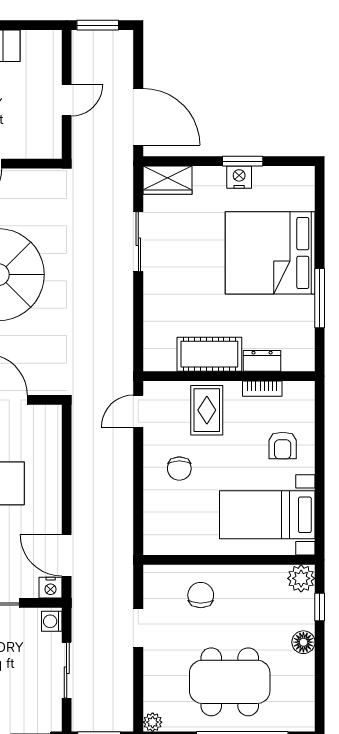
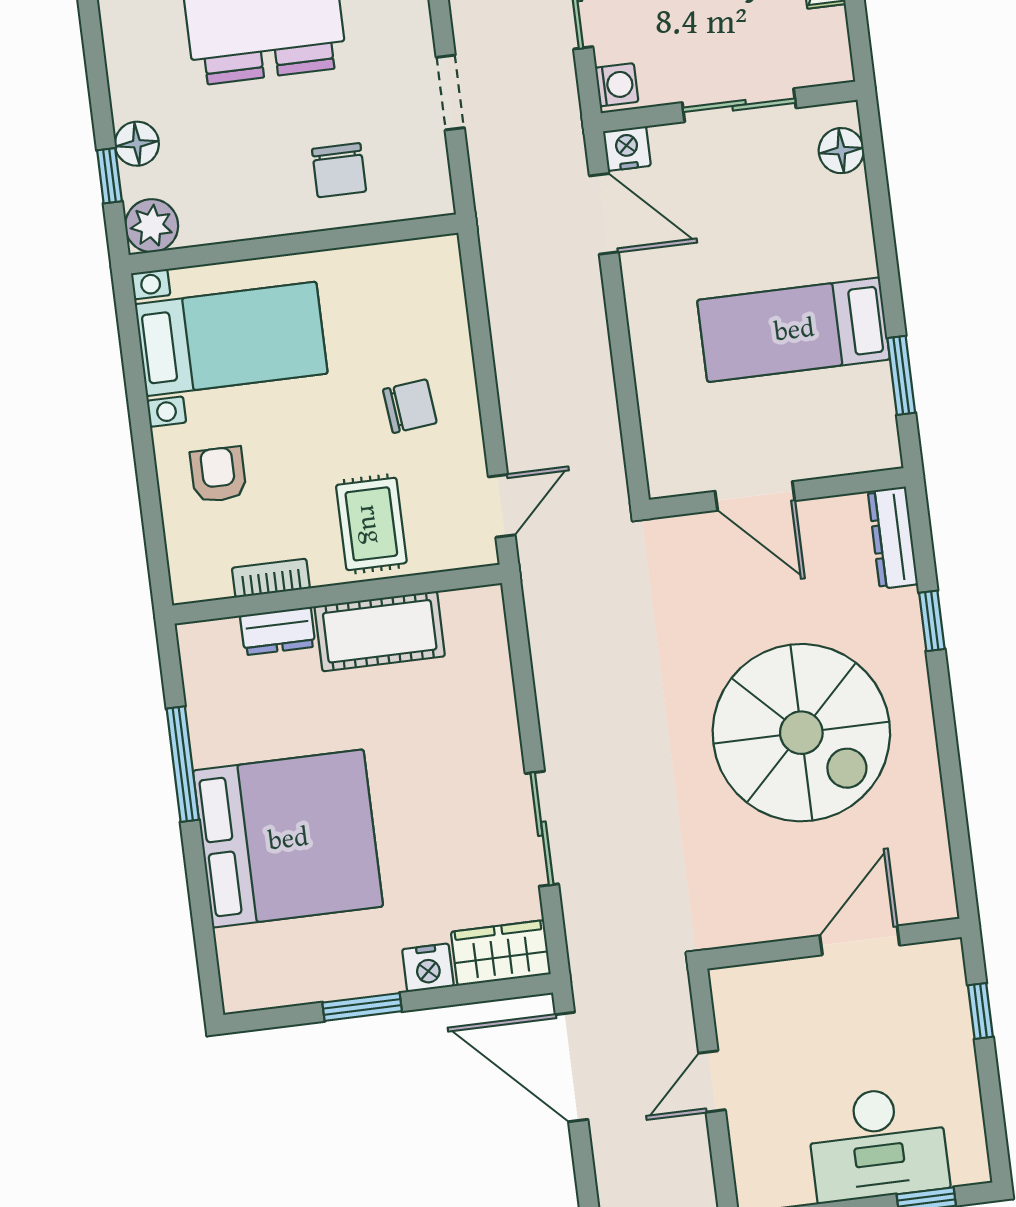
nightstand: (239, 177) -> (428, 968), moved
chair: (179, 469) -> (410, 406), turned 84
floor lamp: (303, 642) -> (137, 144), moved

